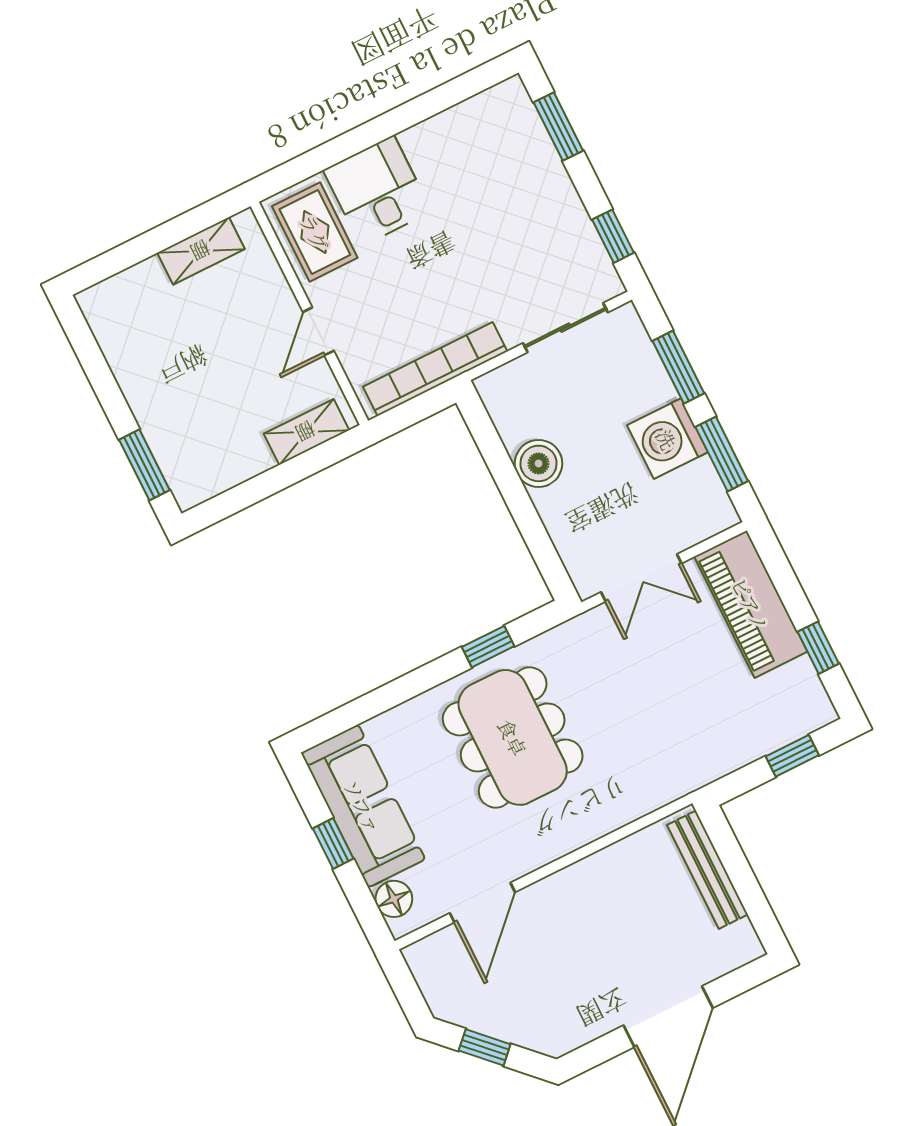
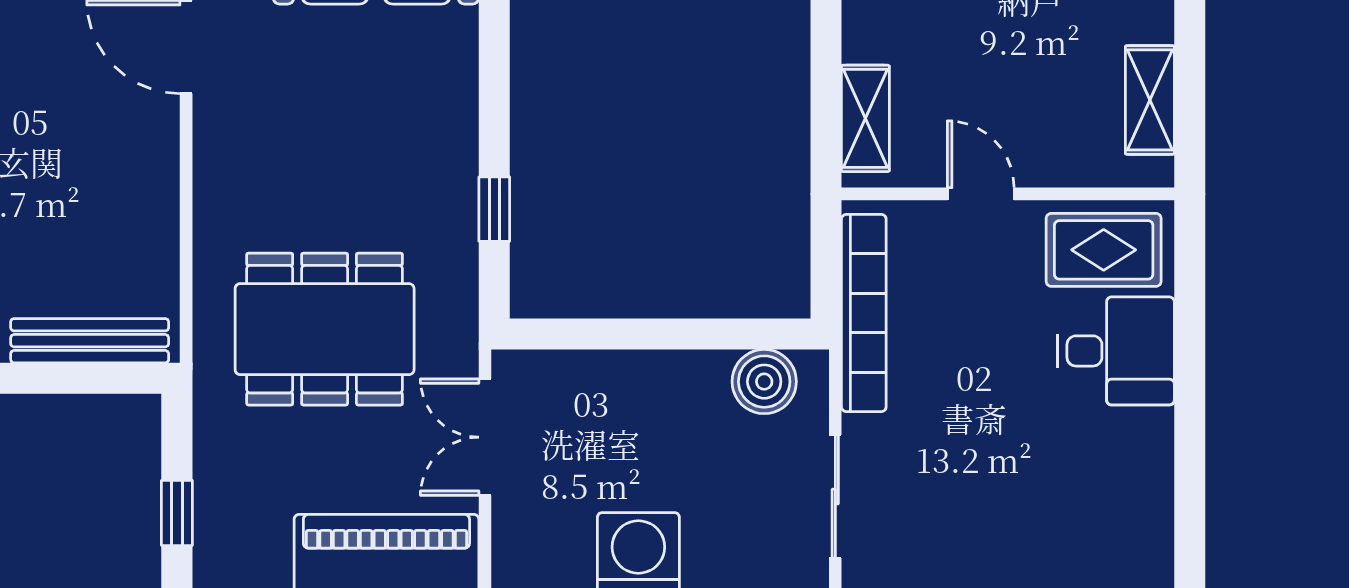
boiler: (539, 463) -> (764, 382), moved
dining table: (513, 737) -> (325, 329), moved

